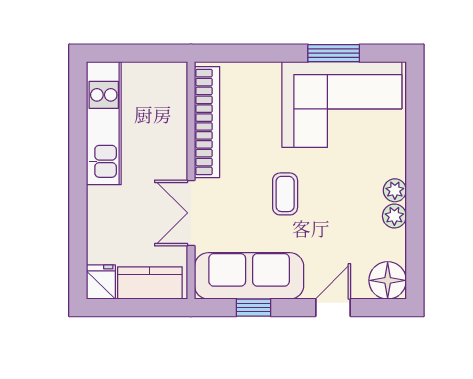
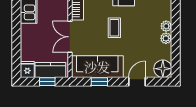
window: (143, 308) -> (47, 82), added

